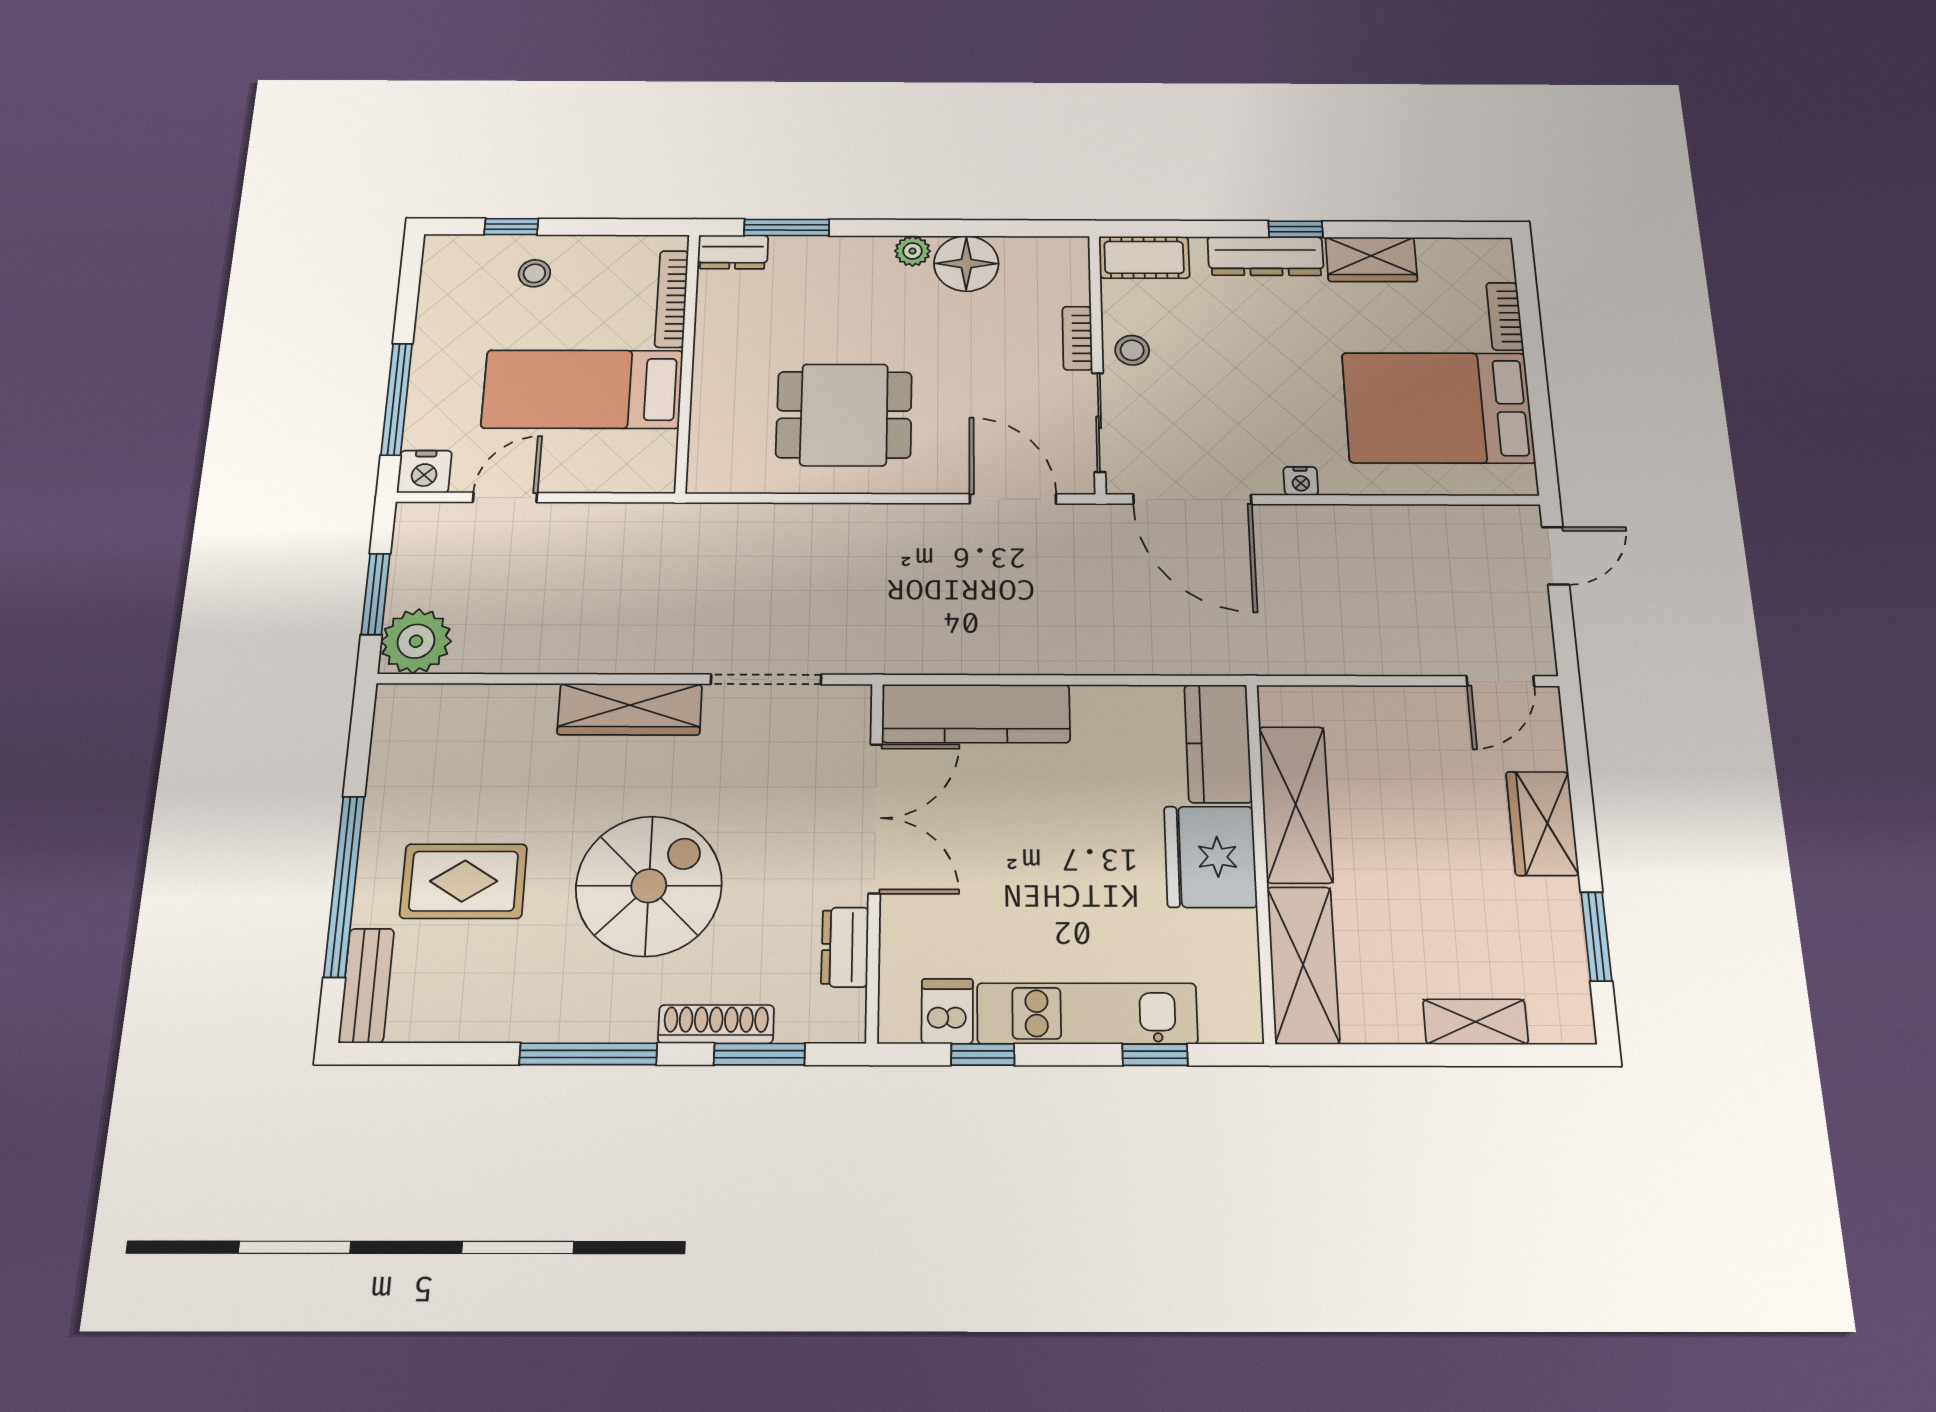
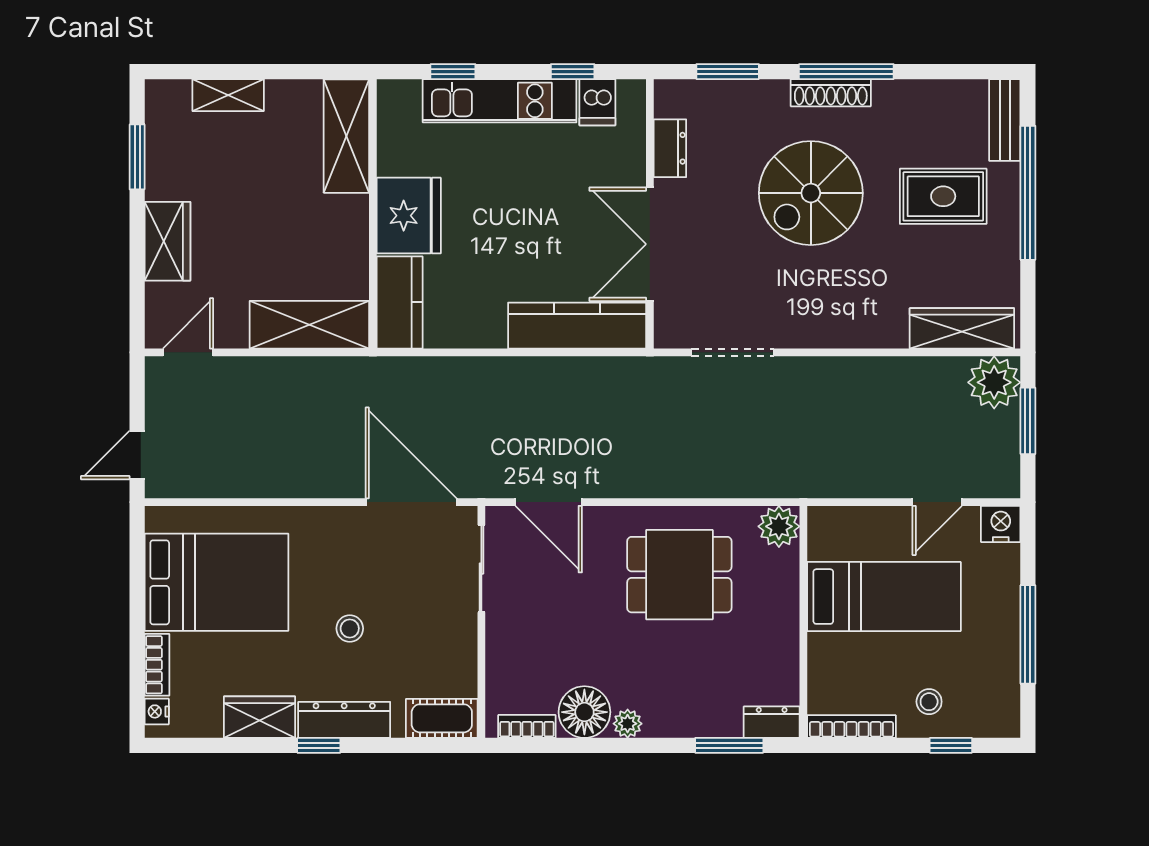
bookcase: (672, 299) -> (851, 727), moved, turned -90
bookcase: (1077, 338) -> (527, 726), moved, turned -90
stool: (1132, 350) -> (350, 628), moved
window: (397, 399) -> (1028, 634), moved
plant: (713, 470) -> (779, 526), added
nightstand: (1301, 481) -> (157, 711), moved, turned -90
wardrobe: (630, 709) -> (962, 328), moved
shelving: (1296, 804) -> (309, 325), moved, turned 90
shoe rack: (716, 1024) -> (831, 93), moved

